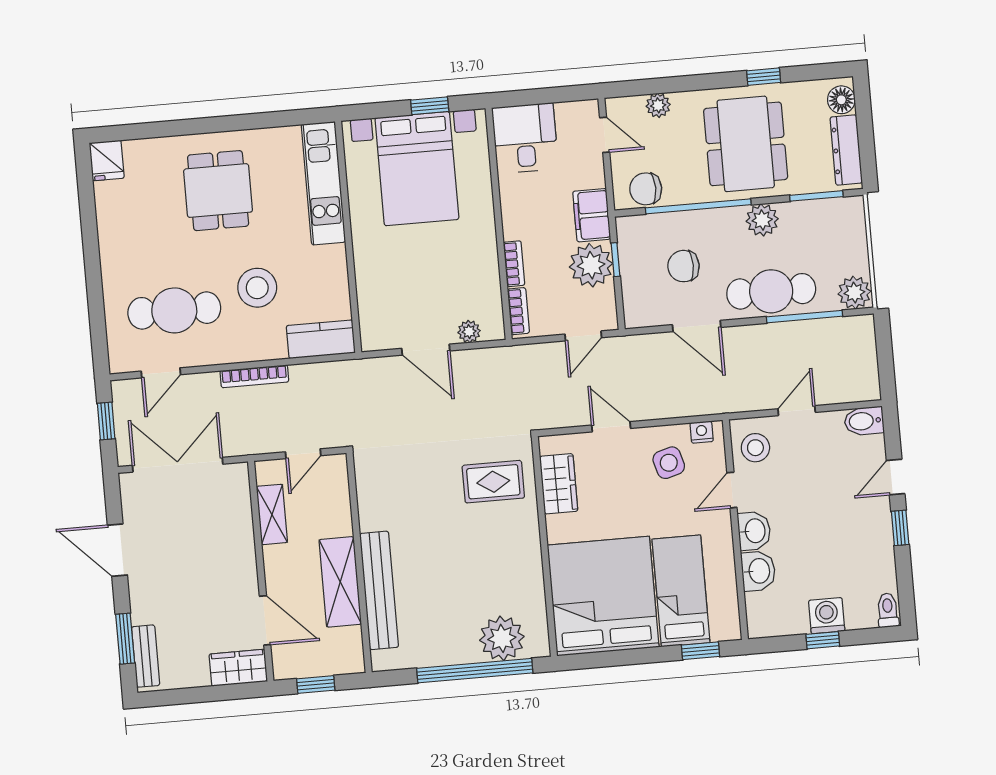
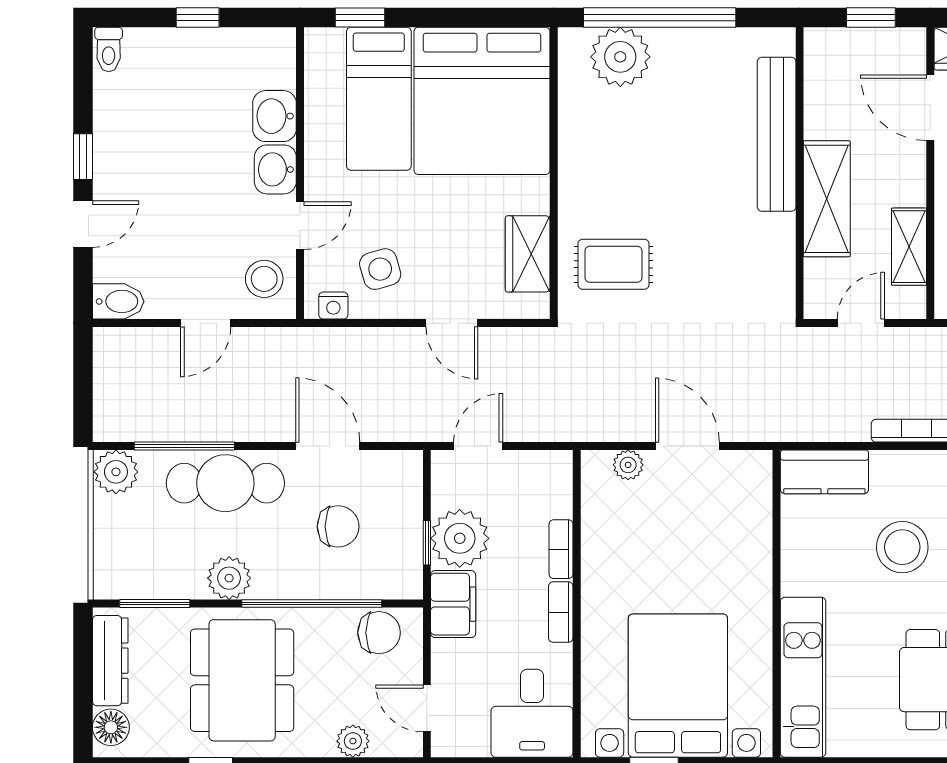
bookcase: (518, 311) -> (561, 612), moved
shelving: (340, 582) -> (827, 199), moved
washing machine: (827, 616) -> (190, 49), removed

